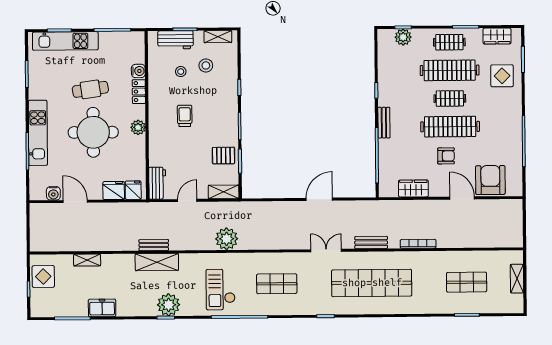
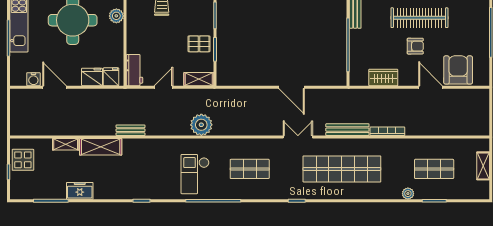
door: (319, 199) -> (292, 87), swing flipped
bench: (371, 243) -> (347, 130), width x1.36
shelving: (157, 262) -> (101, 147), moved
plant: (169, 305) -> (408, 194), moved, width x0.53, depth x0.53

